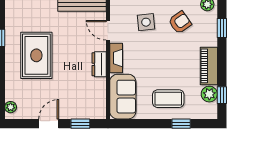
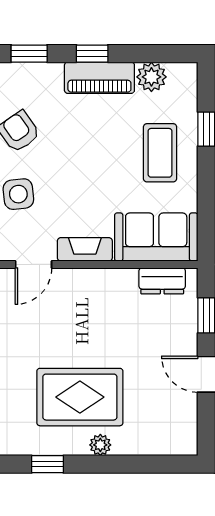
dresser: (99, 64) -> (162, 281), moved
window: (222, 95) -> (92, 54), moved
plant: (11, 107) -> (100, 445), moved

